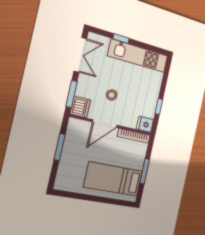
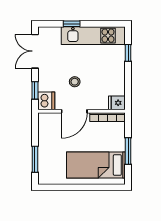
double door: (80, 55) -> (35, 51), swing flipped
window: (72, 94) -> (35, 90), width x0.67
window: (159, 106) -> (128, 53), moved
window: (60, 147) -> (35, 159), moved

